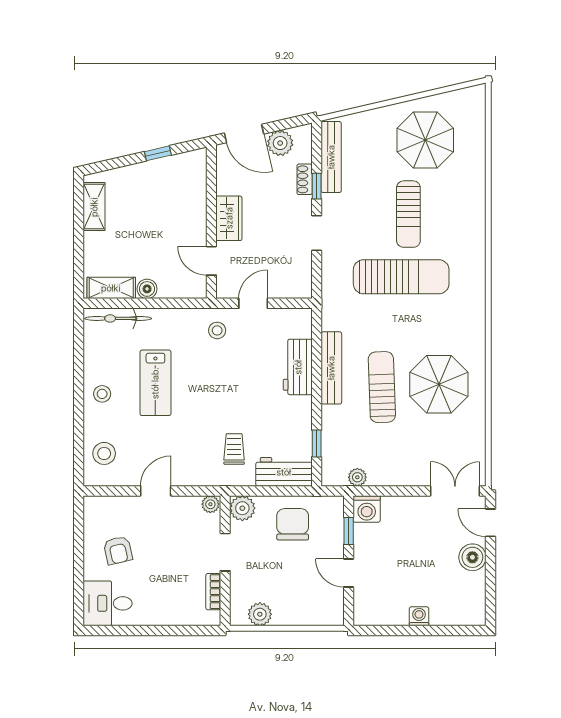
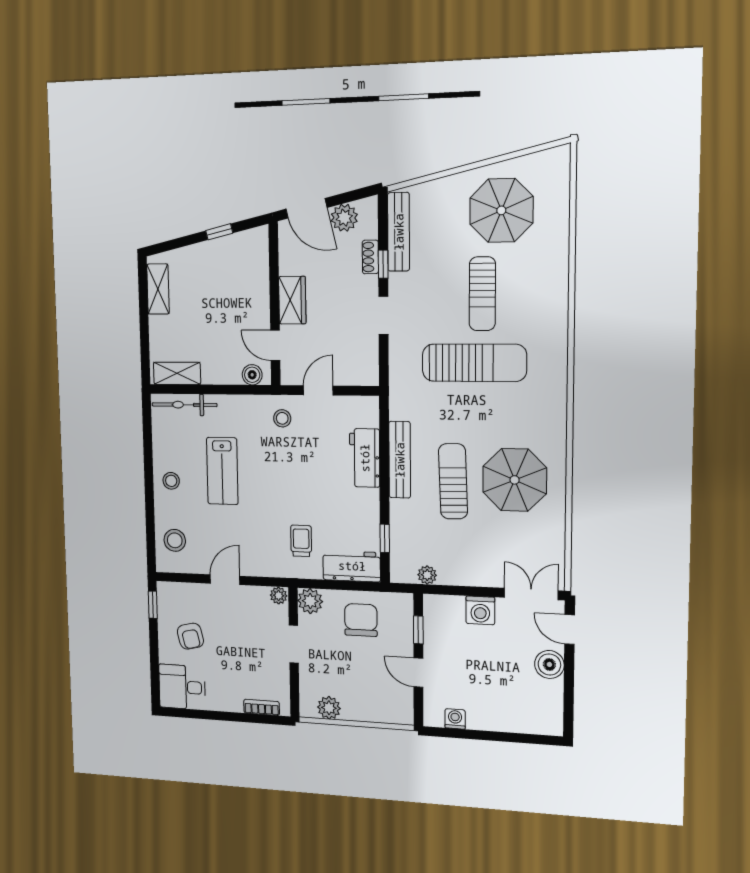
boiler: (147, 289) -> (252, 375), moved
washing machine: (367, 509) -> (480, 610), moved
window: (79, 520) -> (153, 605), added
bookcase: (213, 592) -> (262, 707), moved, turned 90
washing machine: (419, 616) -> (455, 719), moved

